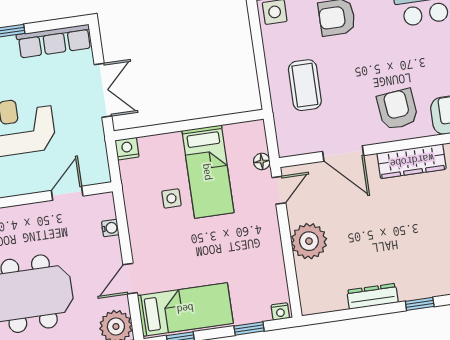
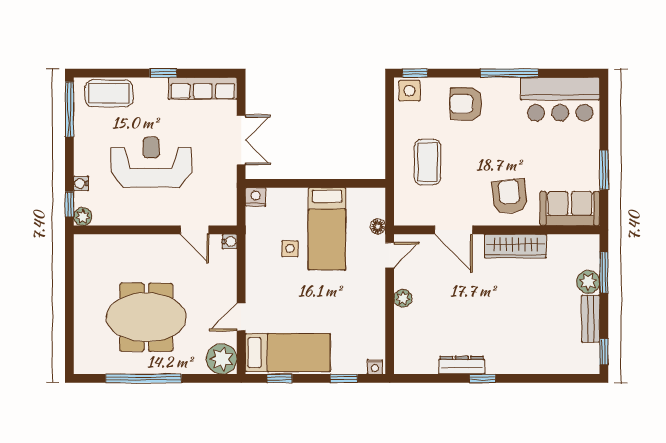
door: (67, 193) -> (195, 230), swing flipped
water cooler: (110, 228) -> (230, 242), moved
plant: (309, 241) -> (403, 298), width x0.53, depth x0.53
window: (420, 304) -> (482, 378), moved

